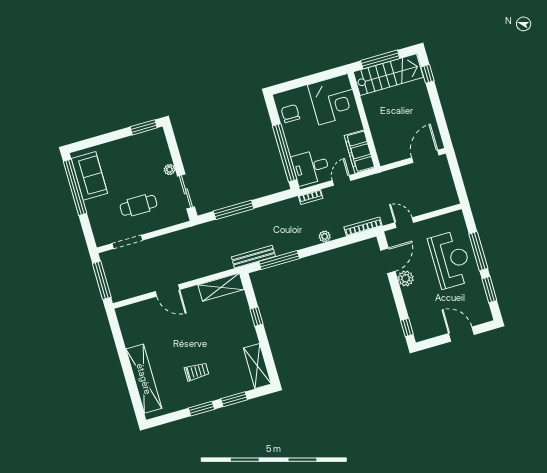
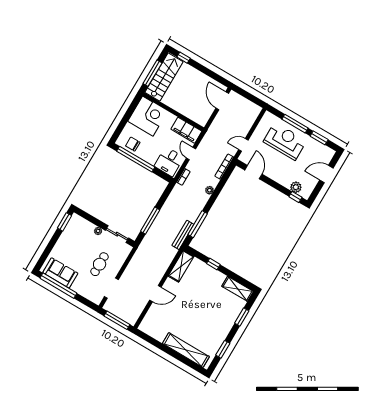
window: (285, 153) -> (136, 159), moved
plant: (406, 278) -> (296, 187), moved
trolley: (197, 372) -> (209, 321), removed
window: (201, 409) -> (223, 349), moved

